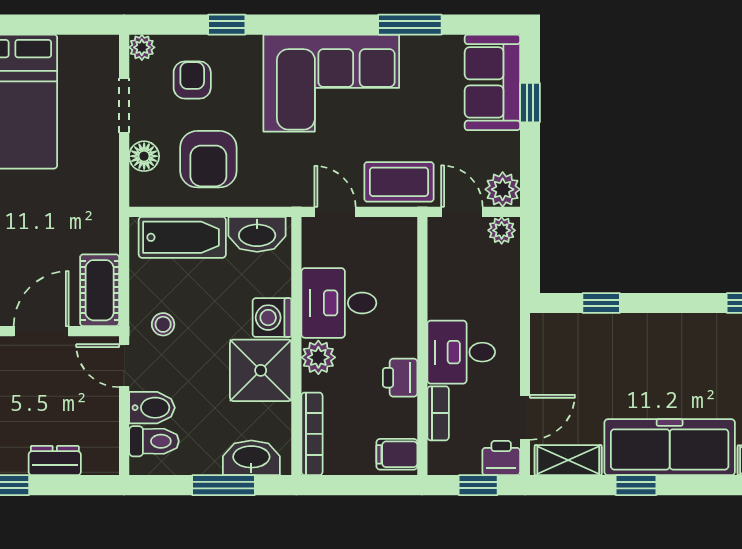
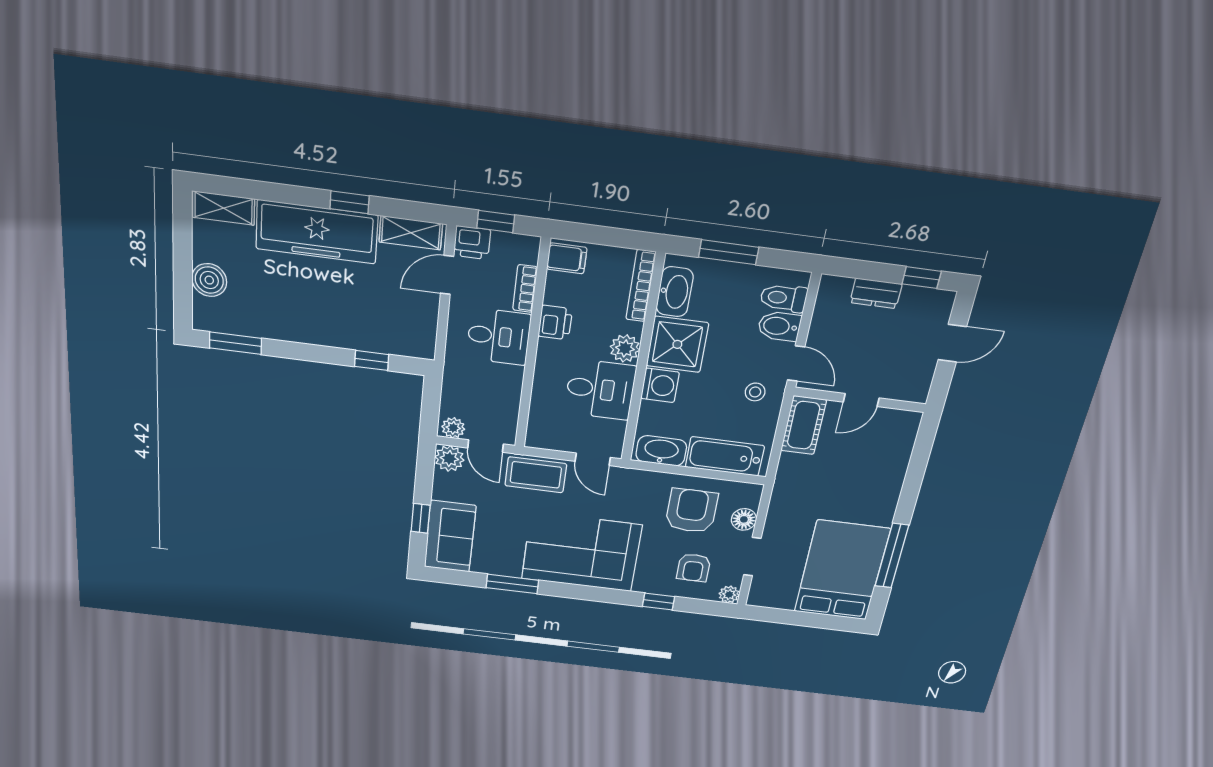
door: (41, 331) -> (861, 400), width x0.73
washbasin: (251, 458) -> (675, 292), moved, turned -90

